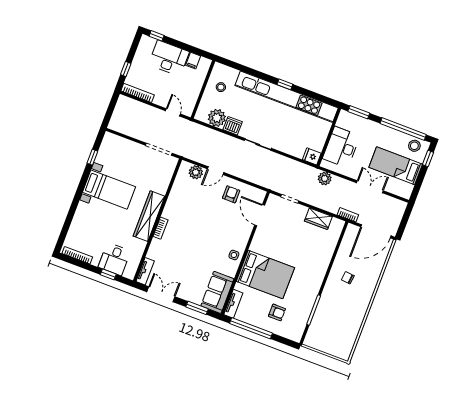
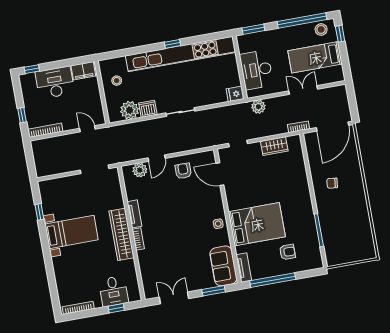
filing cabinet: (193, 61) -> (83, 71), width x2.00
tv unit: (145, 271) -> (135, 214), moved

